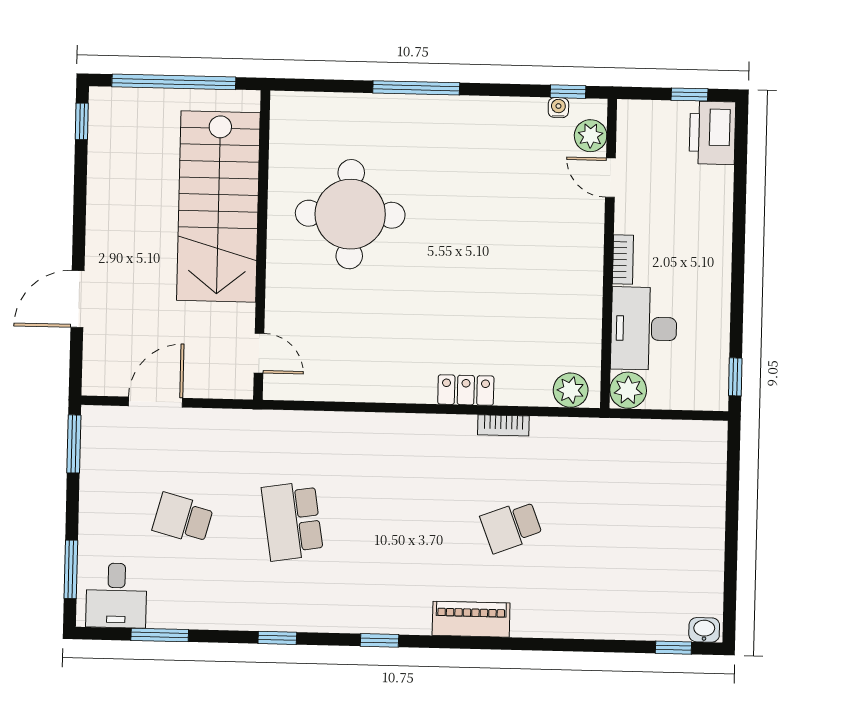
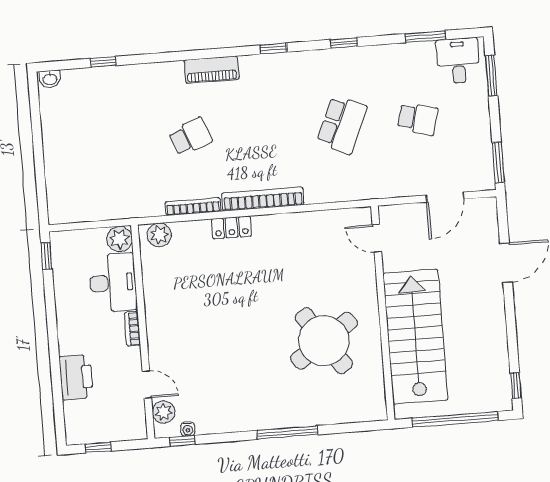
printer: (712, 133) -> (76, 377), moved
round table: (350, 214) -> (324, 341), turned -34
bookcase: (503, 425) -> (193, 207), width x1.56
bookcase: (417, 426) -> (263, 199), added
school desk: (292, 521) -> (342, 125), turned 33
window: (673, 648) -> (103, 62), moved

